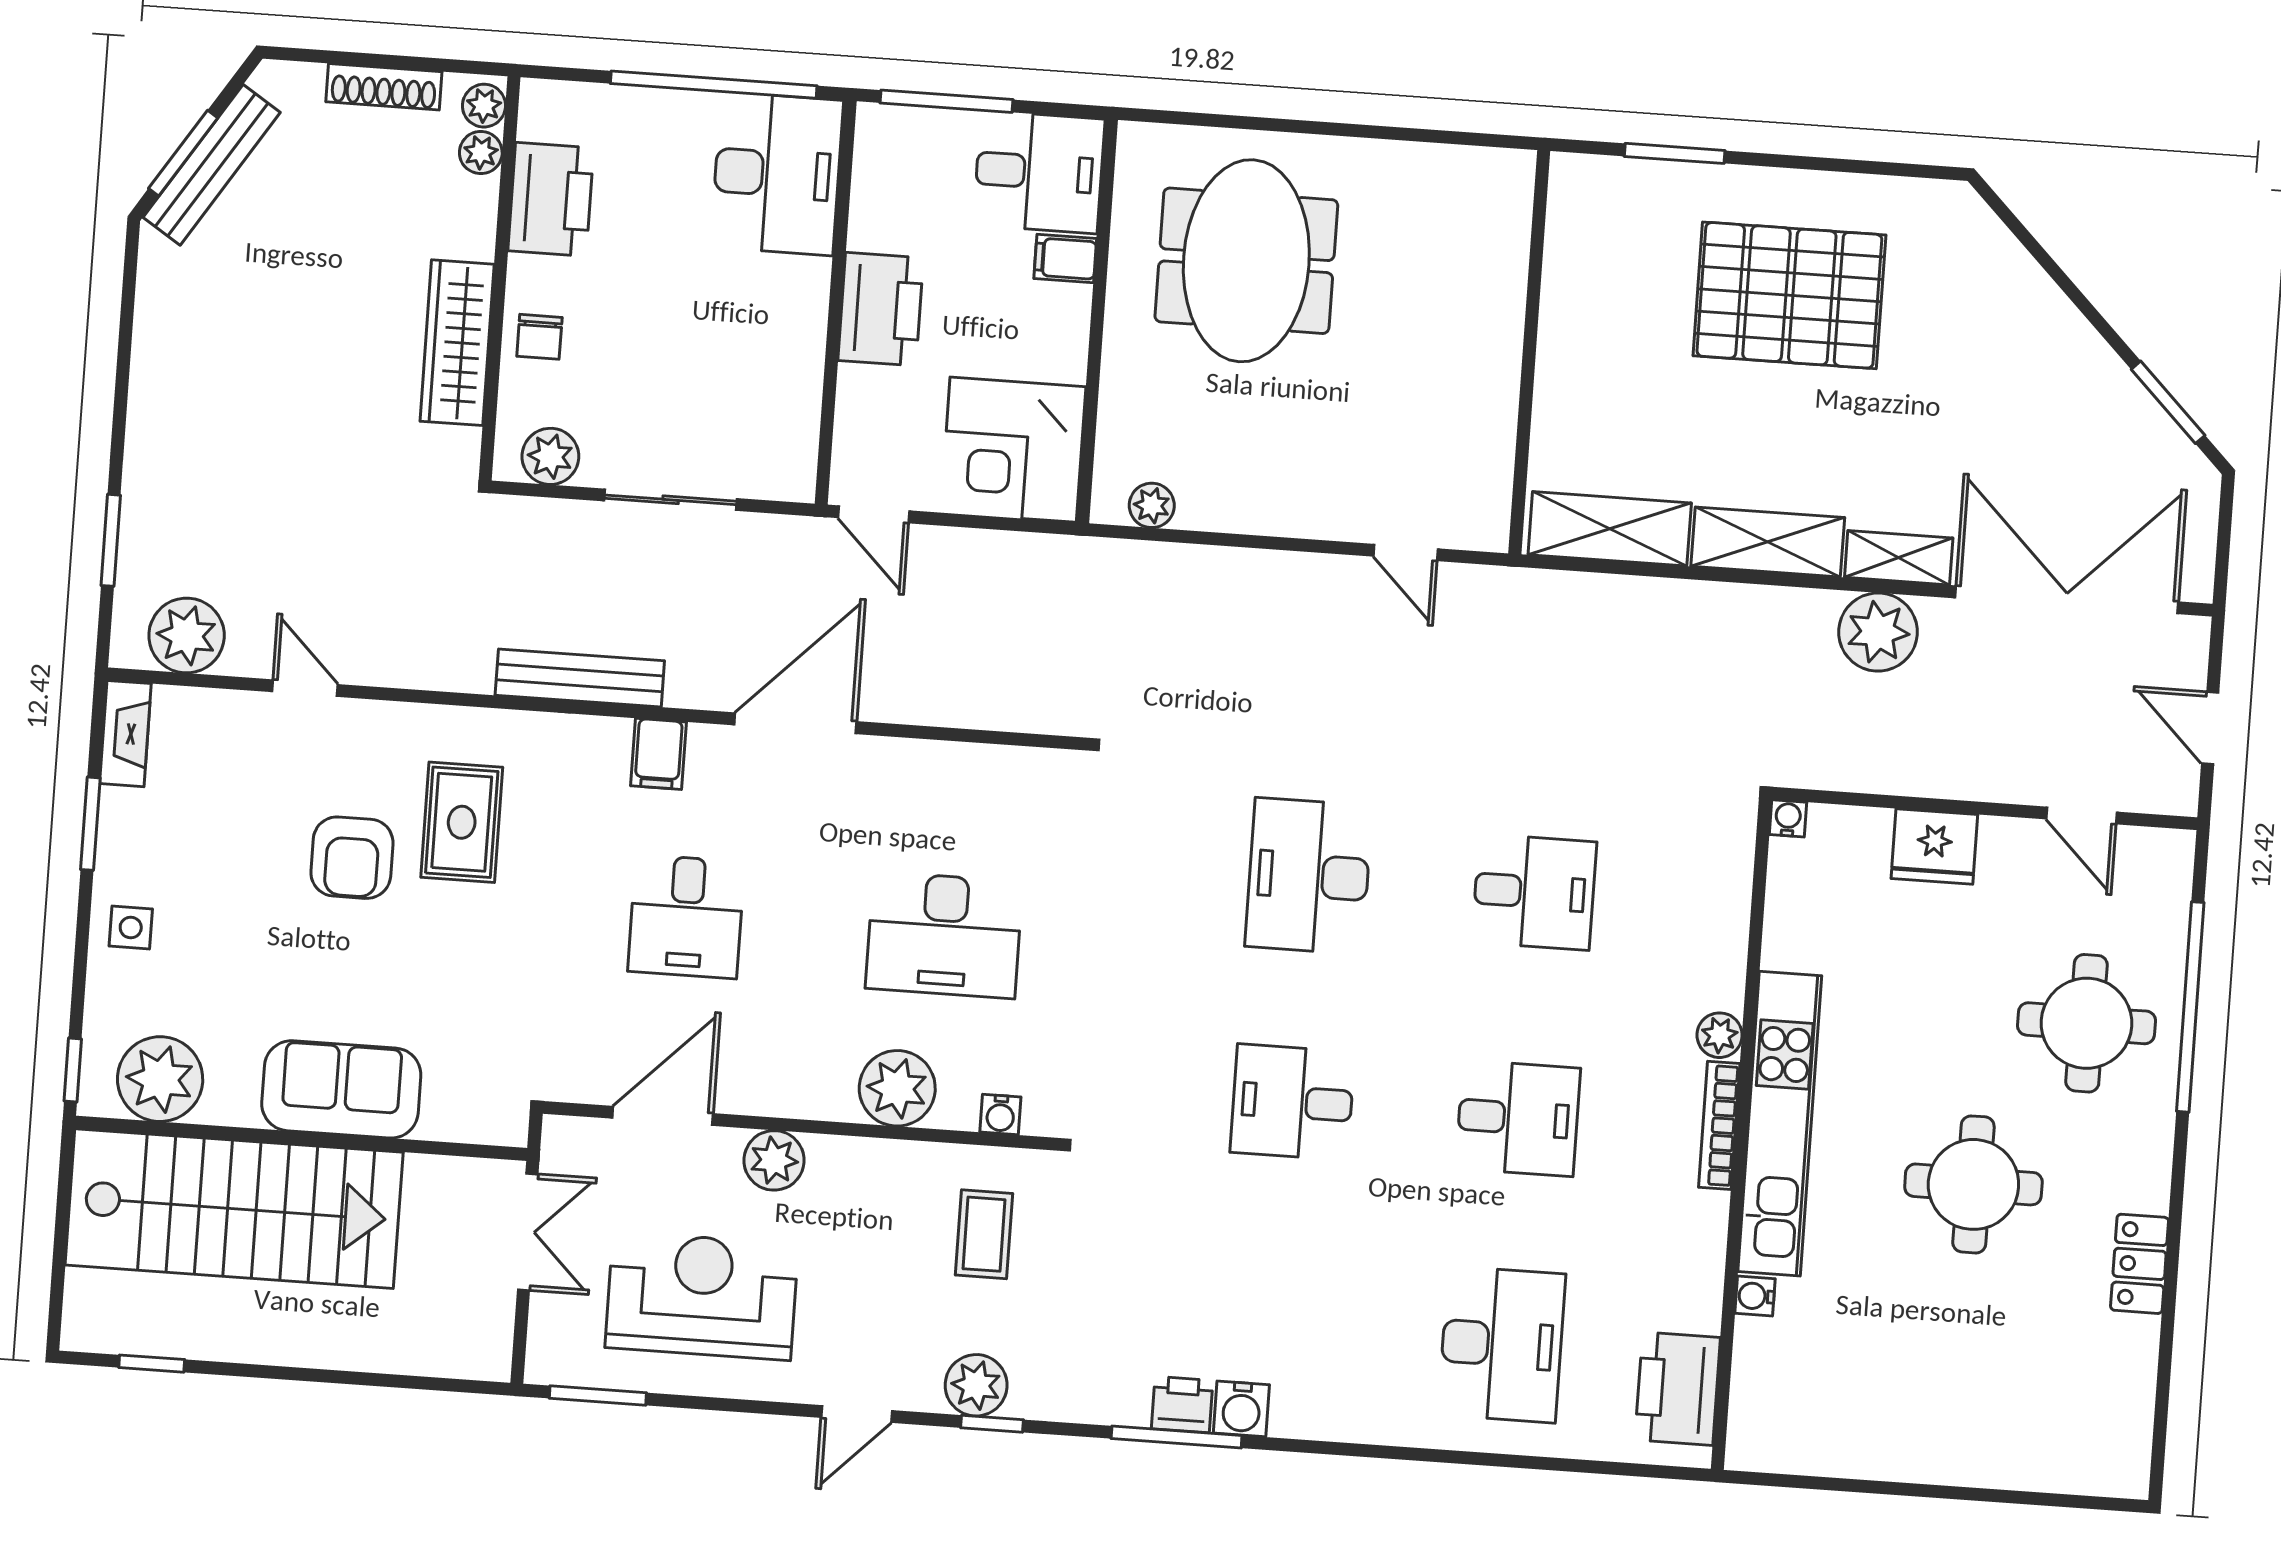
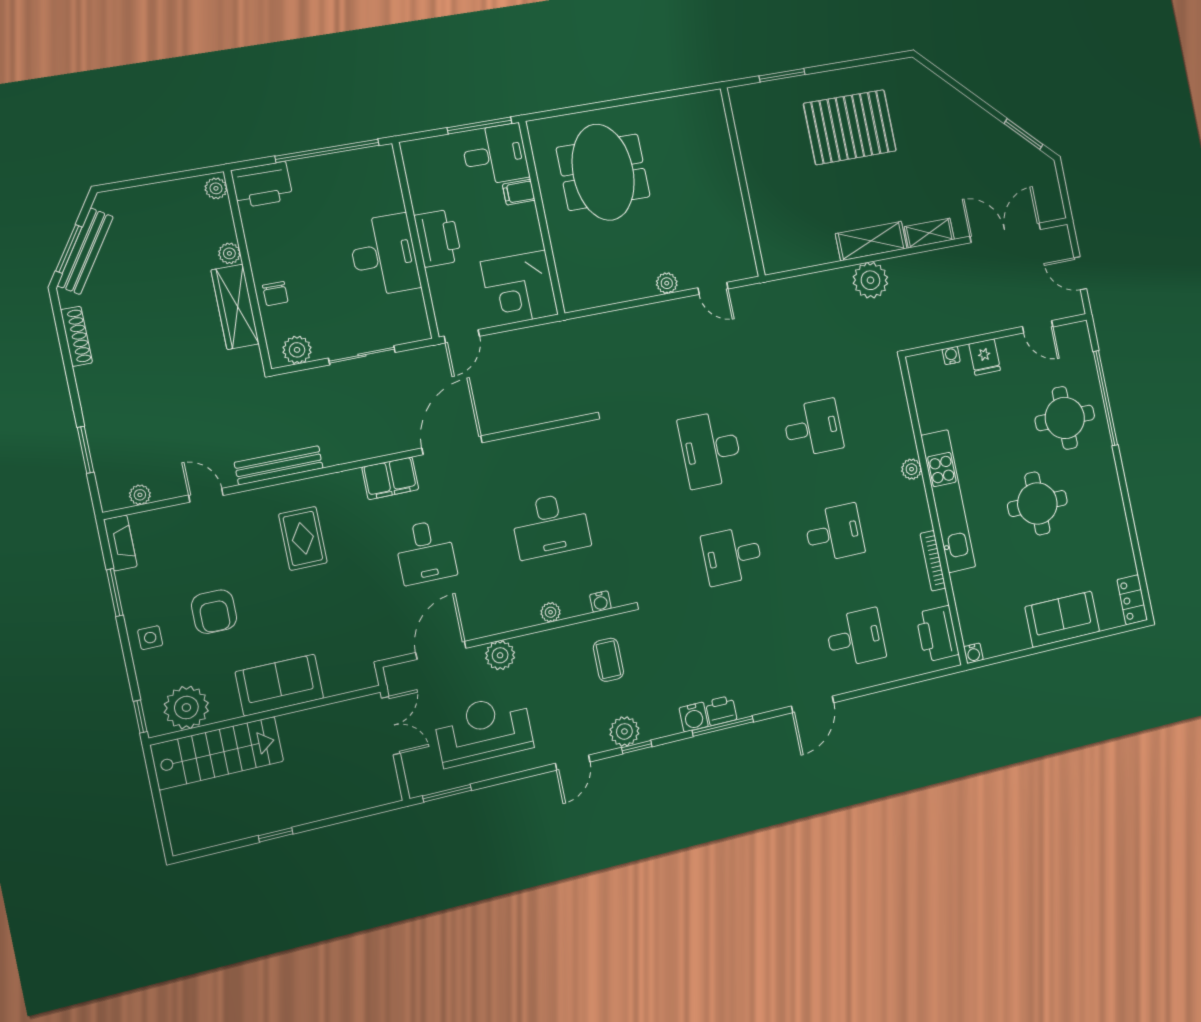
shoe rack: (384, 87) -> (76, 336), moved, turned -90
window: (947, 101) -> (479, 126), moved
plant: (481, 153) -> (229, 253), moved
desk: (777, 174) -> (384, 255), moved
printer: (551, 199) -> (262, 185), moved, turned 90
plant: (1152, 505) -> (667, 283), moved
door: (874, 514) -> (462, 336), hinge flipped
shelving: (1610, 529) -> (801, 253), removed
double door: (2067, 600) -> (1005, 233), width x0.73
plant: (1878, 632) -> (870, 280), moved
plant: (187, 635) -> (140, 495), width x0.53, depth x0.53
bench: (580, 678) -> (279, 465), moved
filing cabinet: (659, 754) -> (390, 478), width x2.00
water cooler: (1788, 818) -> (951, 356), moved
fridge: (1934, 847) -> (985, 357), width x0.72
armchair: (352, 858) -> (214, 612), moved
plant: (897, 1088) -> (551, 612), width x0.53, depth x0.53
bookcase: (1719, 1125) -> (933, 561), moved
stairs: (234, 1209) -> (217, 753), width x0.73, depth x0.66
locker: (2140, 1264) -> (1132, 600), moved
water cooler: (1755, 1296) -> (973, 653), moved, turned -90
desk: (1502, 1344) -> (856, 638), width x0.73
window: (152, 1364) -> (276, 835), moved
water cooler: (1241, 1409) -> (694, 717), moved
sofa: (1958, 1441) -> (1062, 619), added
door: (1373, 1451) -> (813, 704), added

